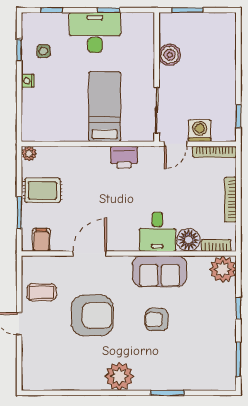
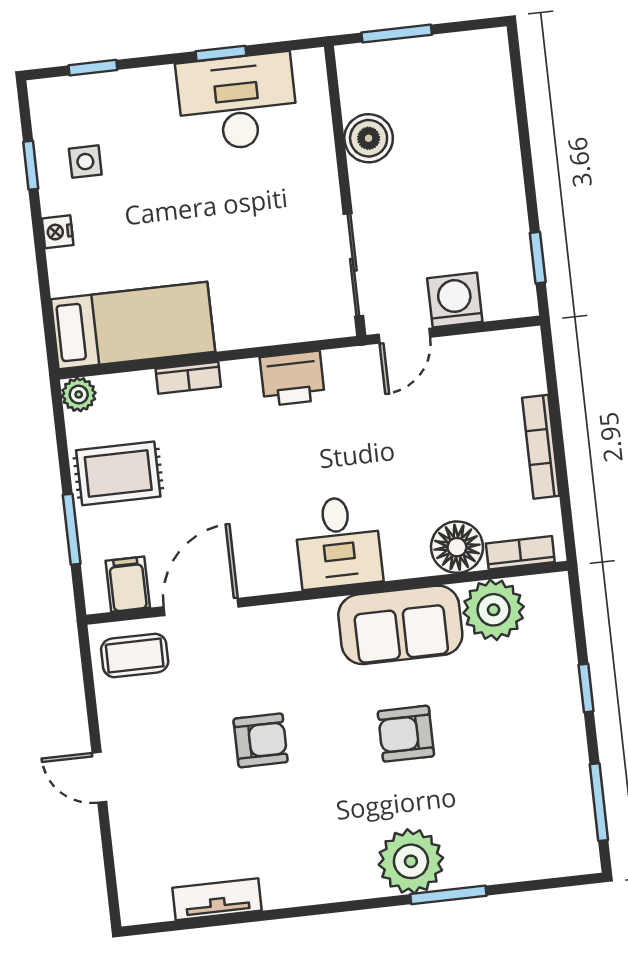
desk: (95, 32) -> (237, 102), moved
bed: (105, 107) -> (133, 326), moved, turned 90
bookcase: (214, 152) -> (188, 378), moved, width x0.64
desk: (157, 232) -> (338, 542), moved
door: (90, 253) -> (201, 607), moved
plant: (223, 269) -> (494, 610), moved
coffee table: (42, 292) -> (135, 655), moved
armchair: (92, 315) -> (261, 740), width x0.53, depth x0.53
plant: (119, 376) -> (411, 861), moved
tv unit: (65, 383) -> (217, 899), added

